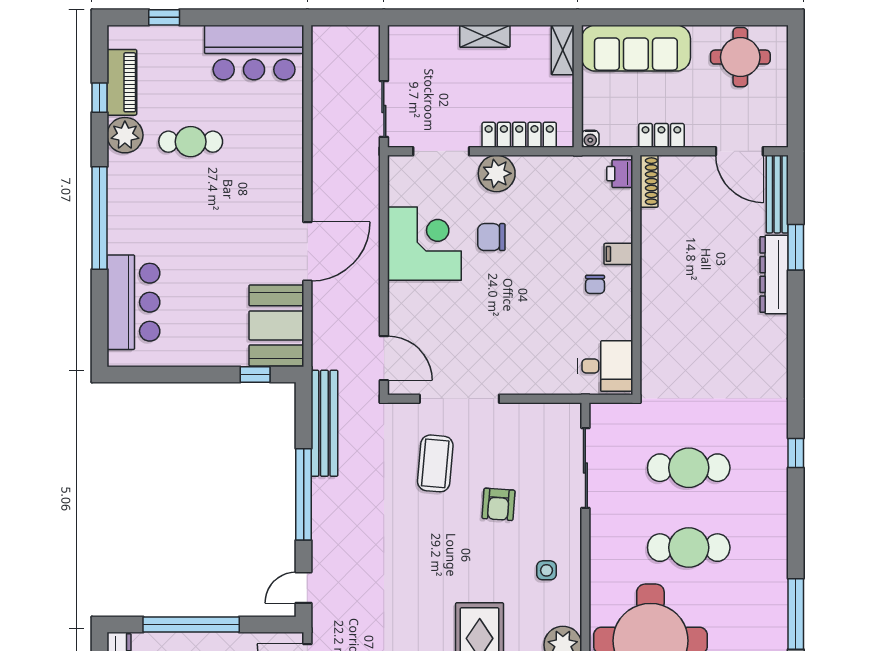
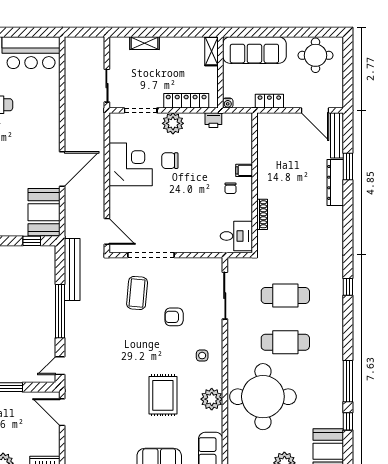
shelving: (485, 36) -> (145, 43), moved
printer: (620, 174) -> (213, 120), moved, turned -90
shoe rack: (649, 181) -> (262, 214), moved
armchair: (498, 504) -> (174, 317), turned 86

